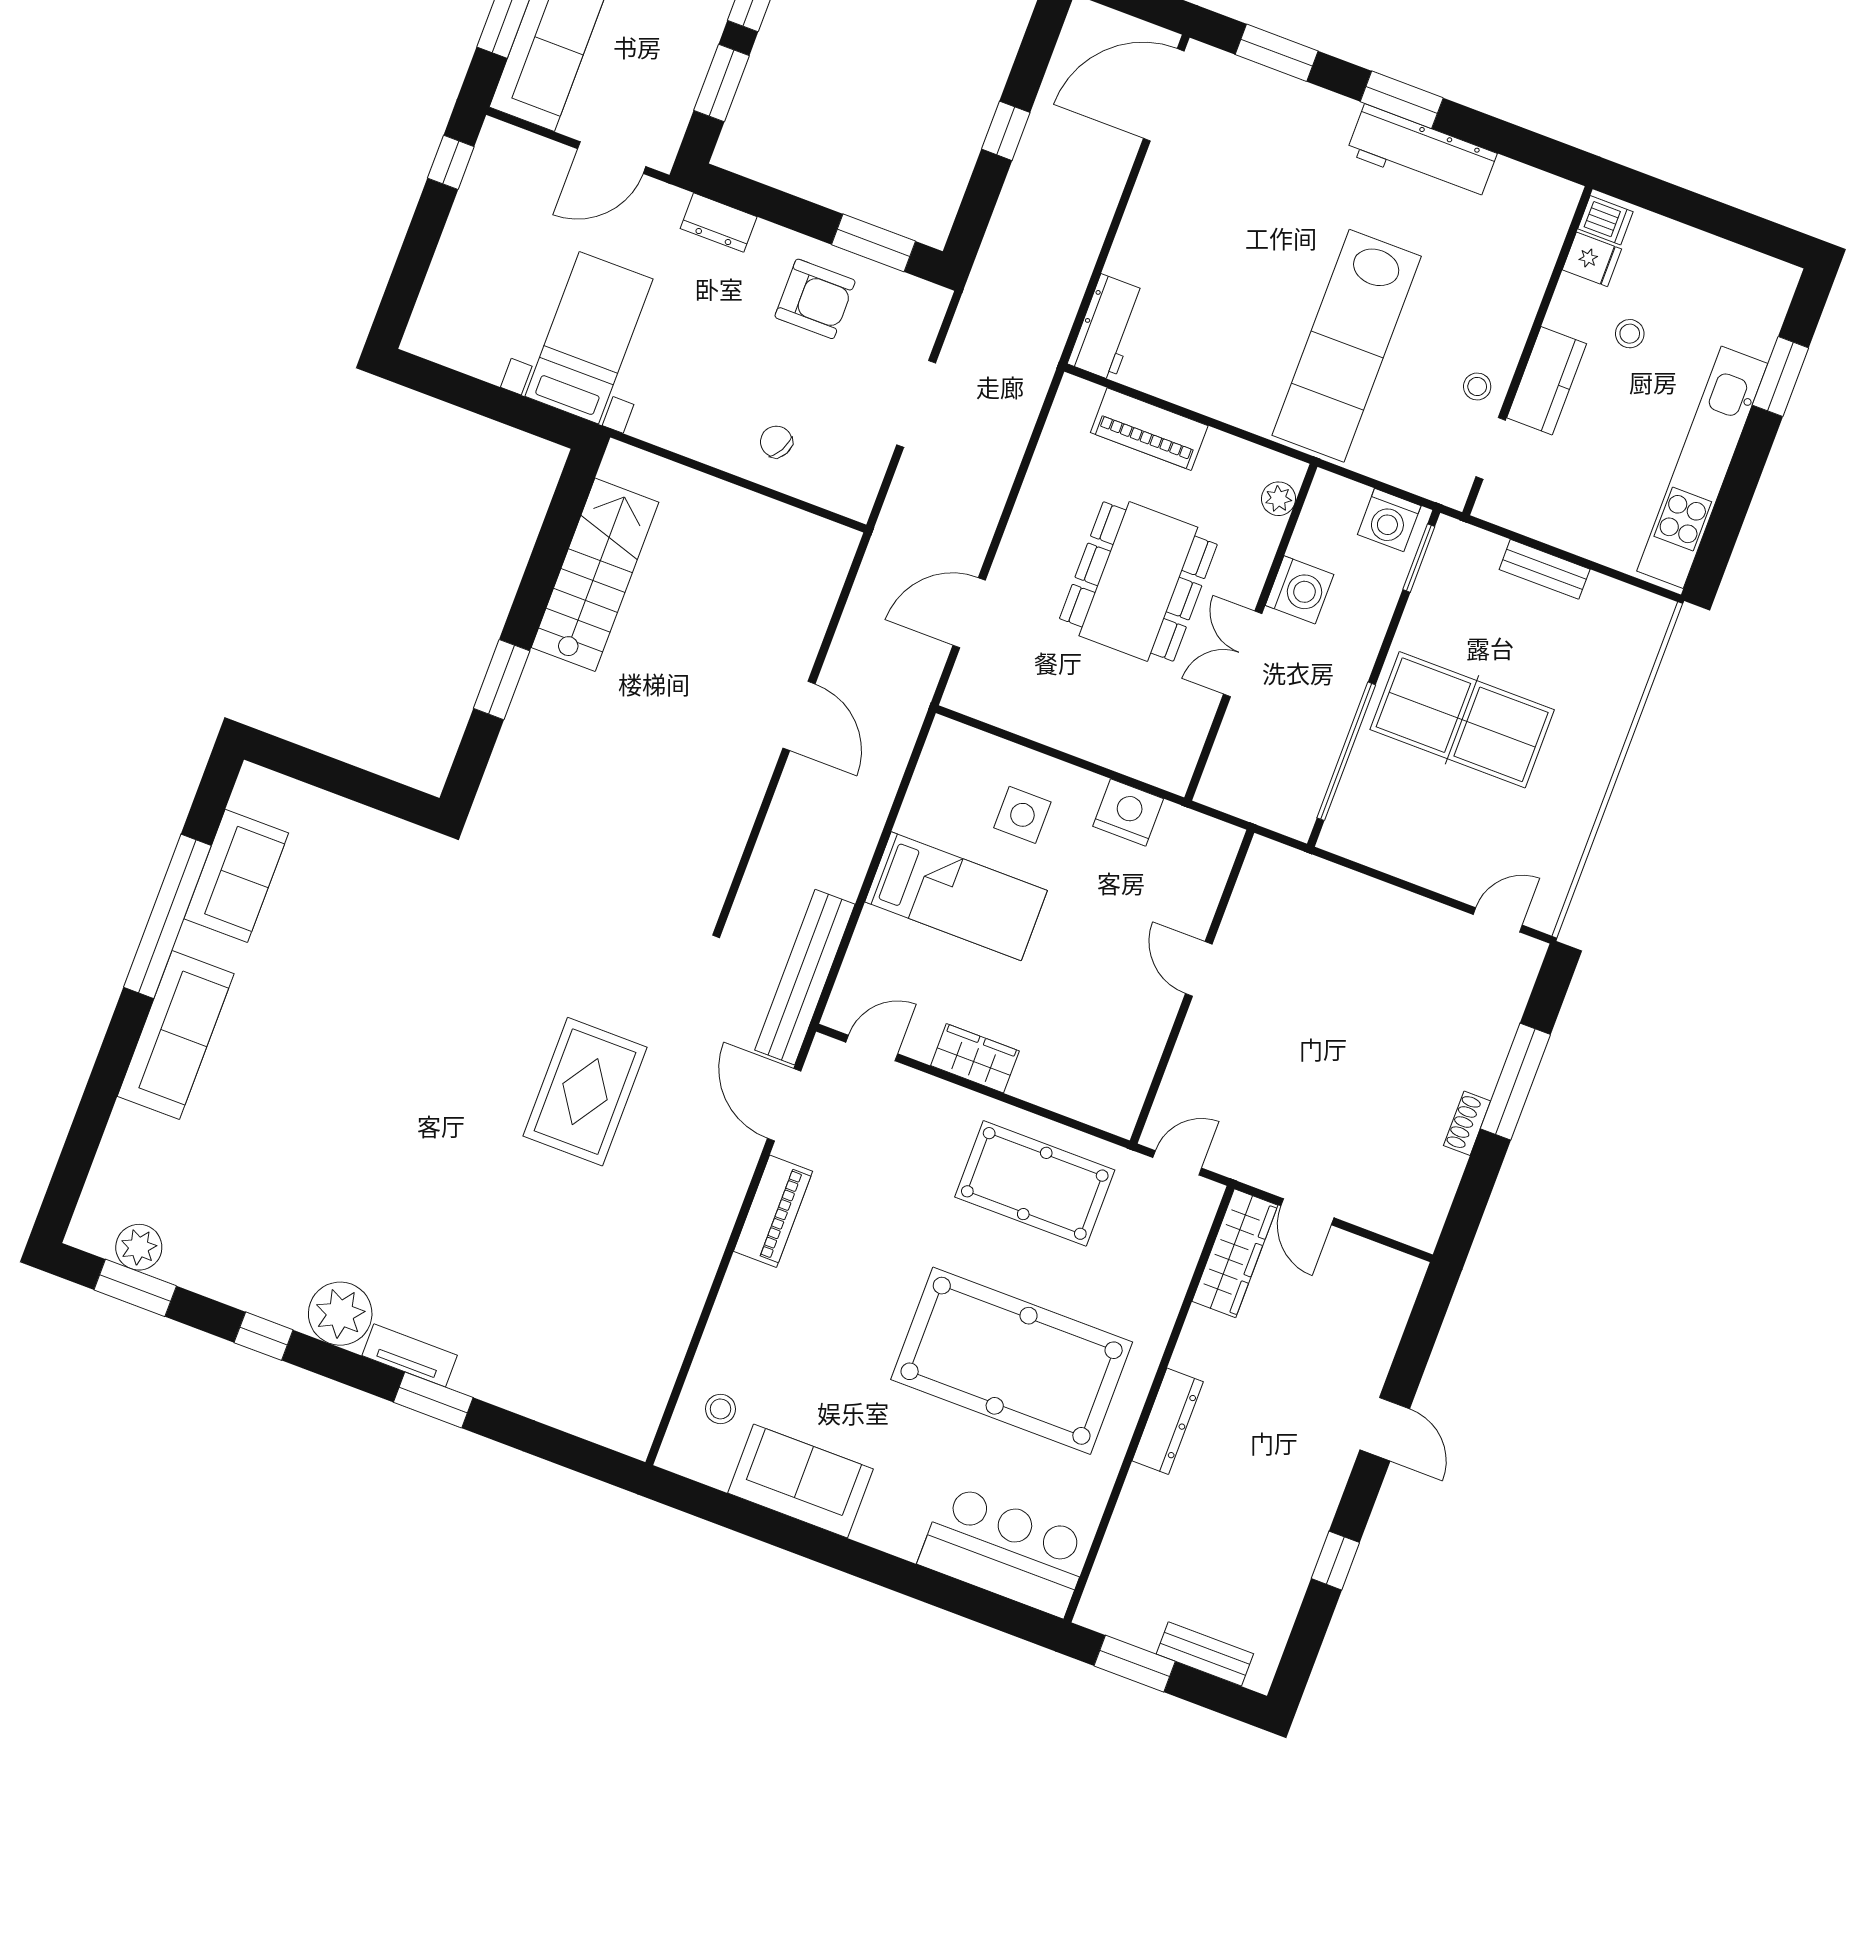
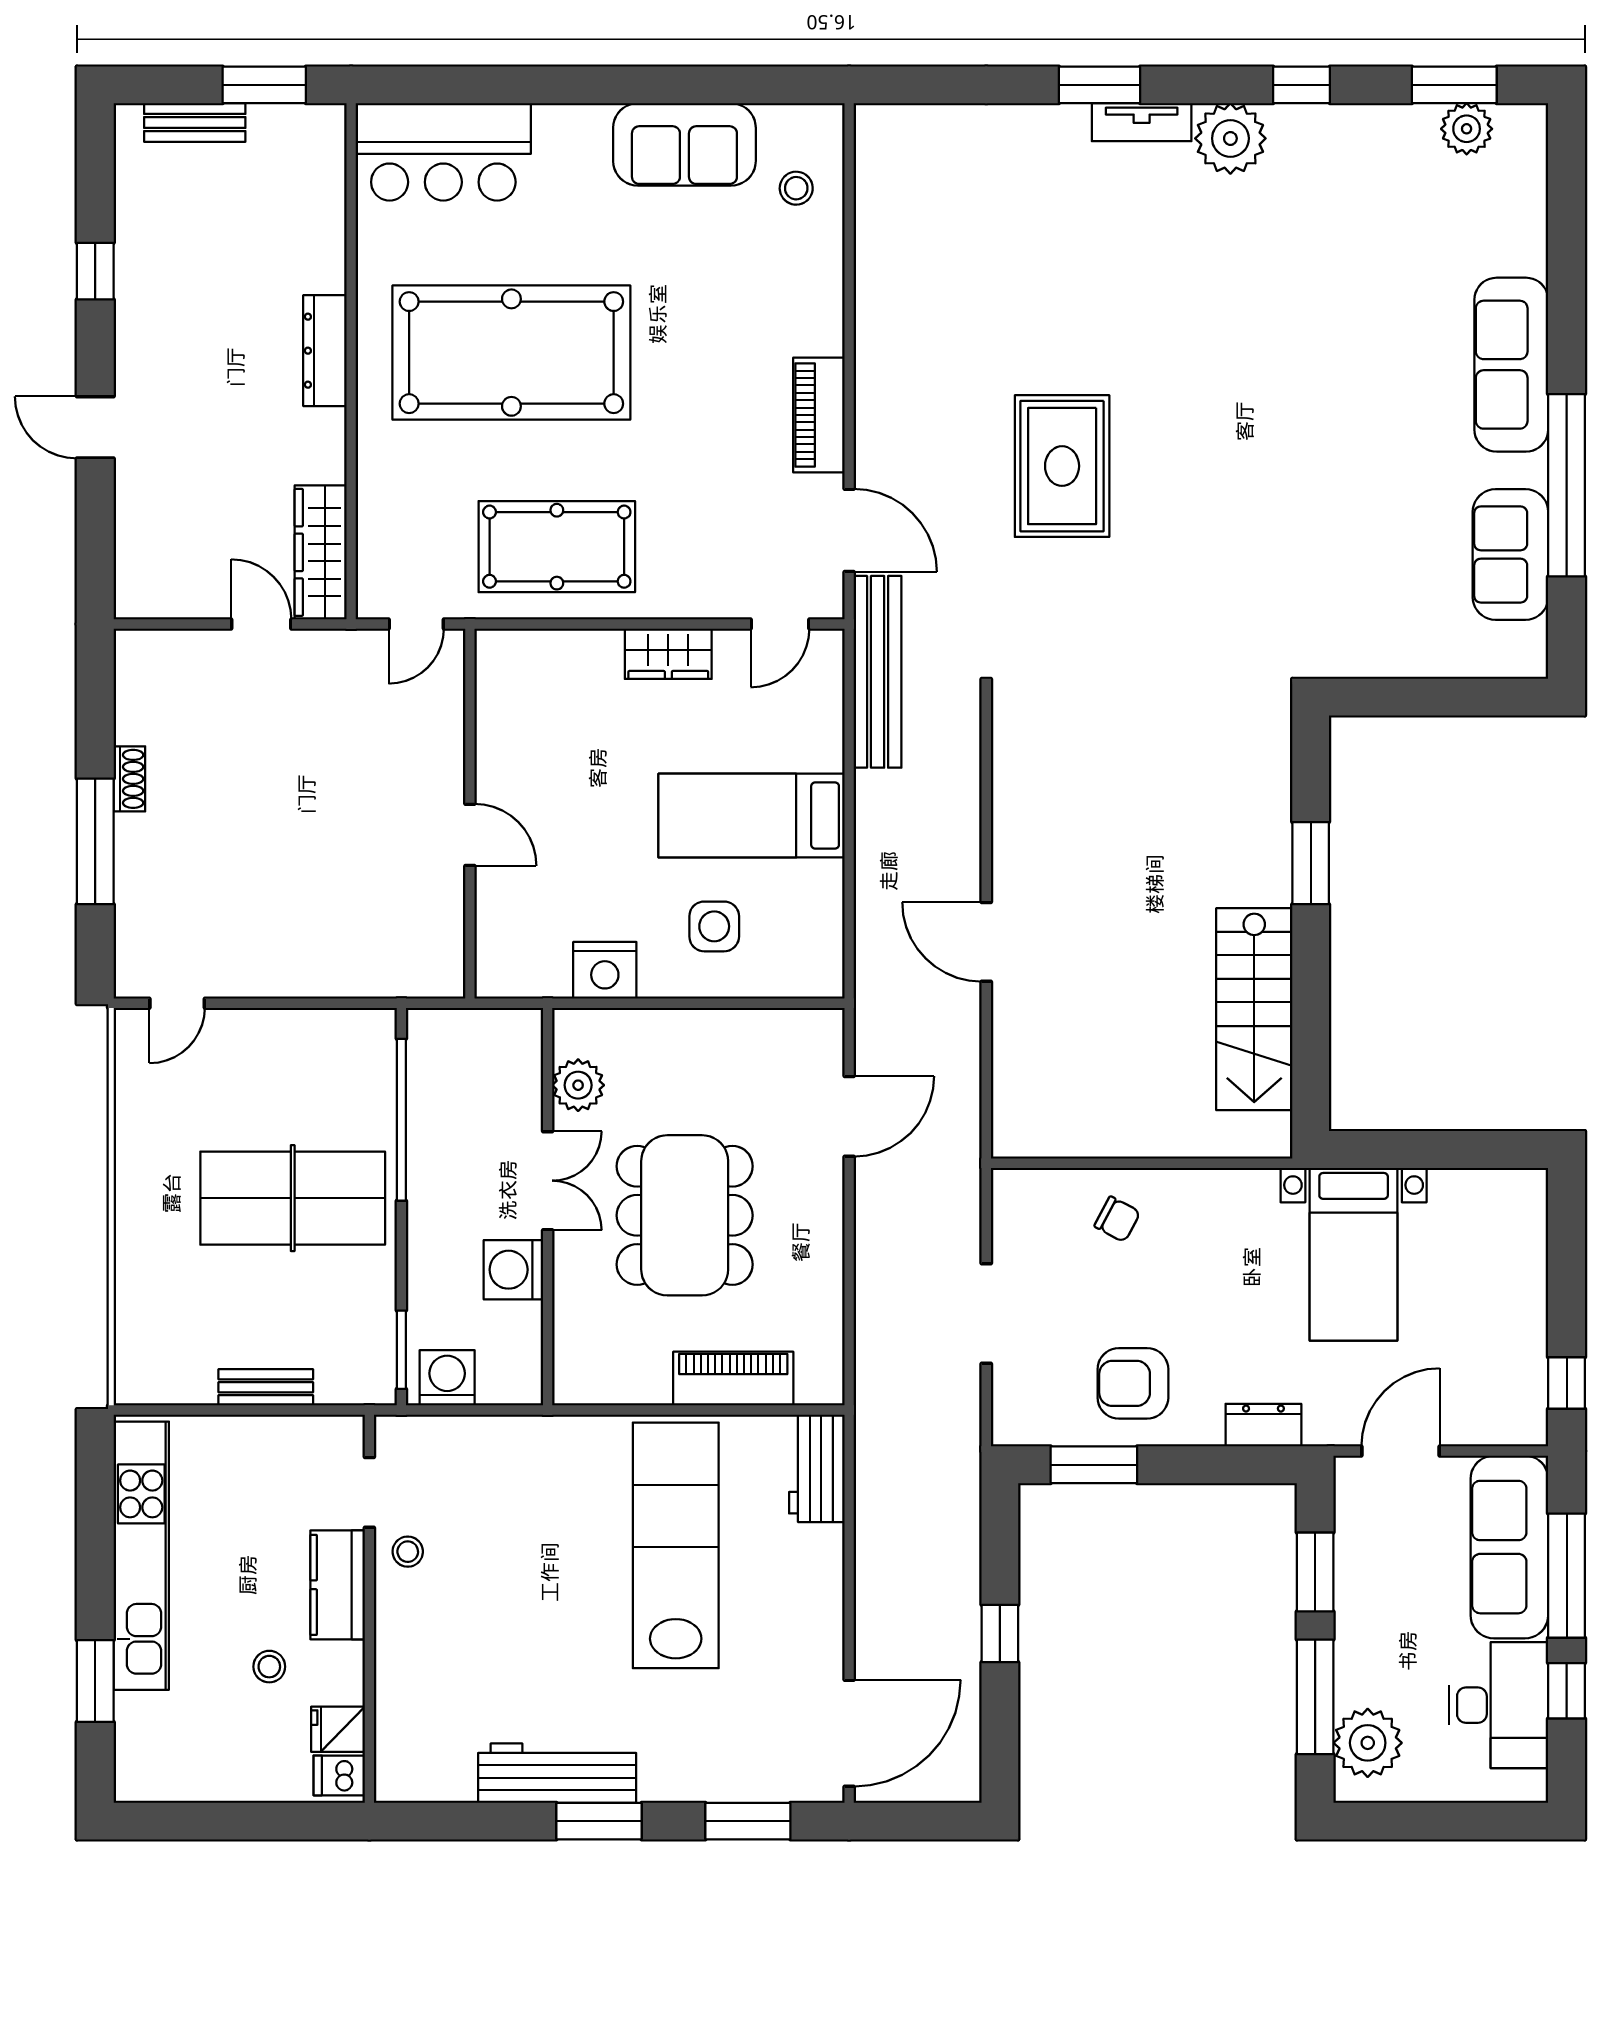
lab bench: (1347, 346) -> (676, 1545), moved
plant: (1278, 499) -> (578, 1085), moved, width x1.38, depth x1.38

